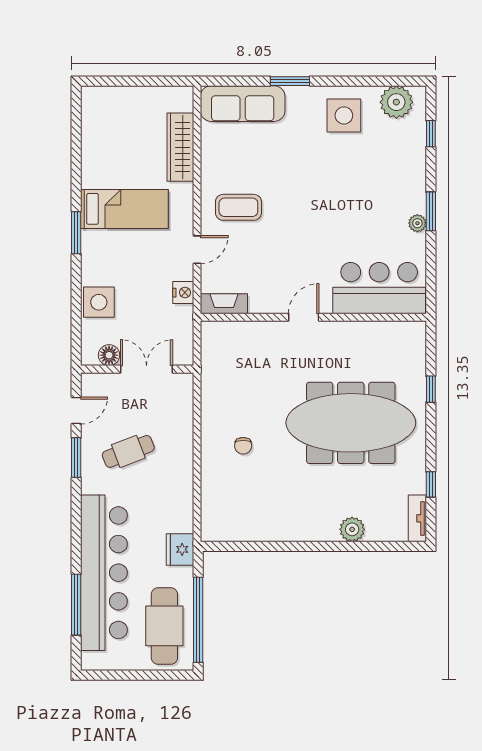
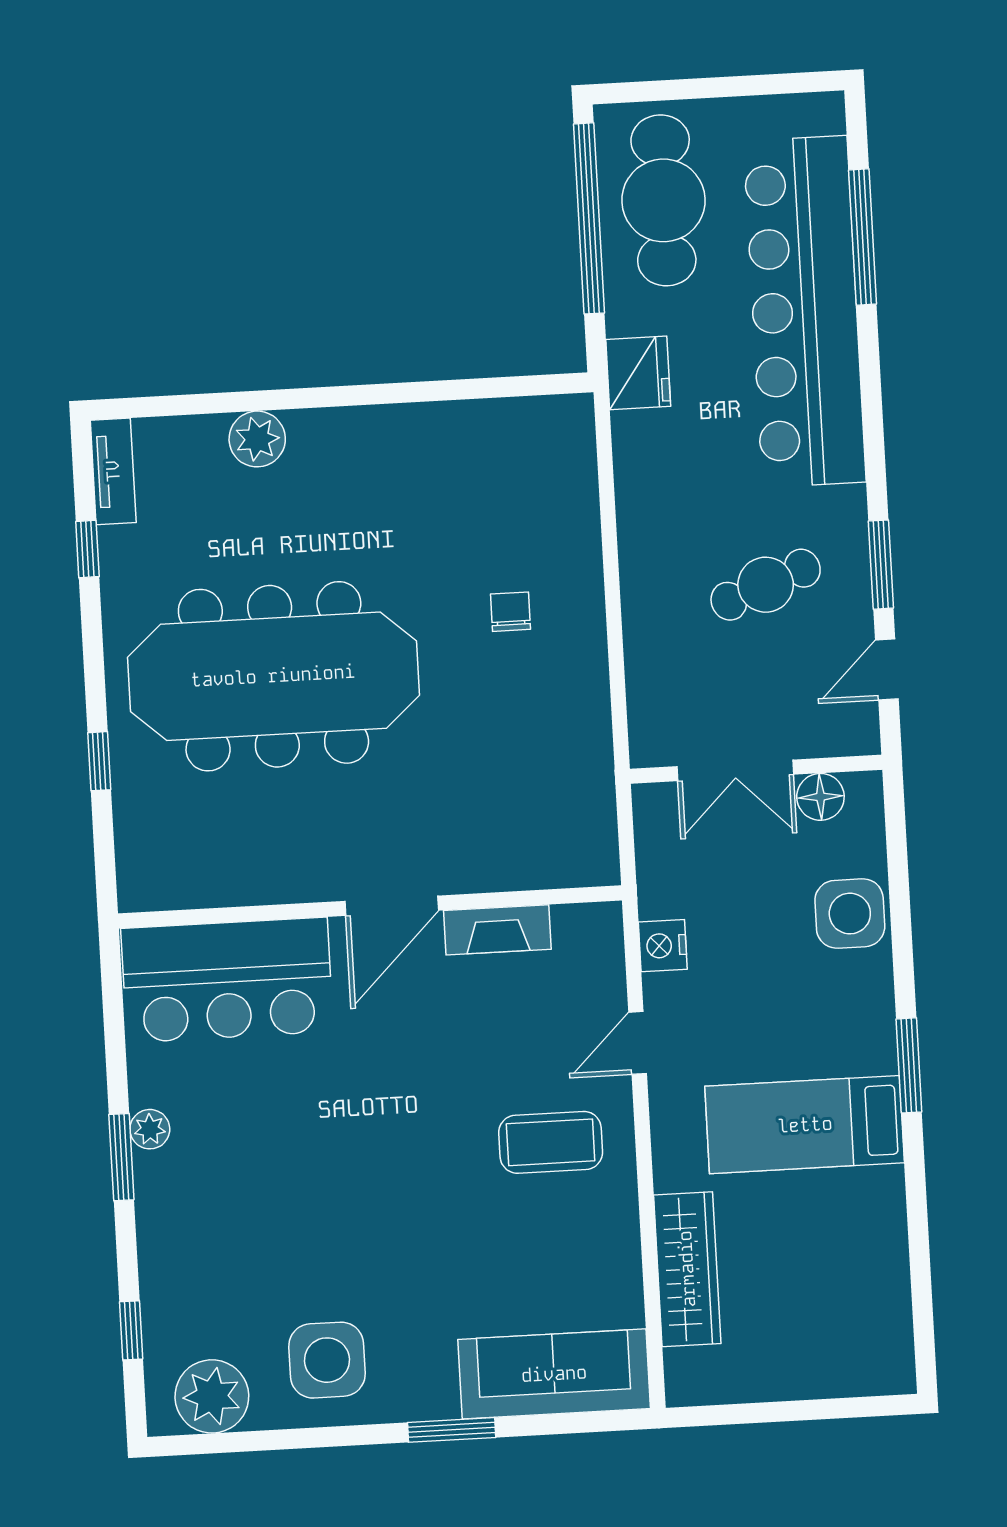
fireplace: (224, 304) -> (497, 930), moved
door: (304, 317) -> (392, 906), width x1.38

